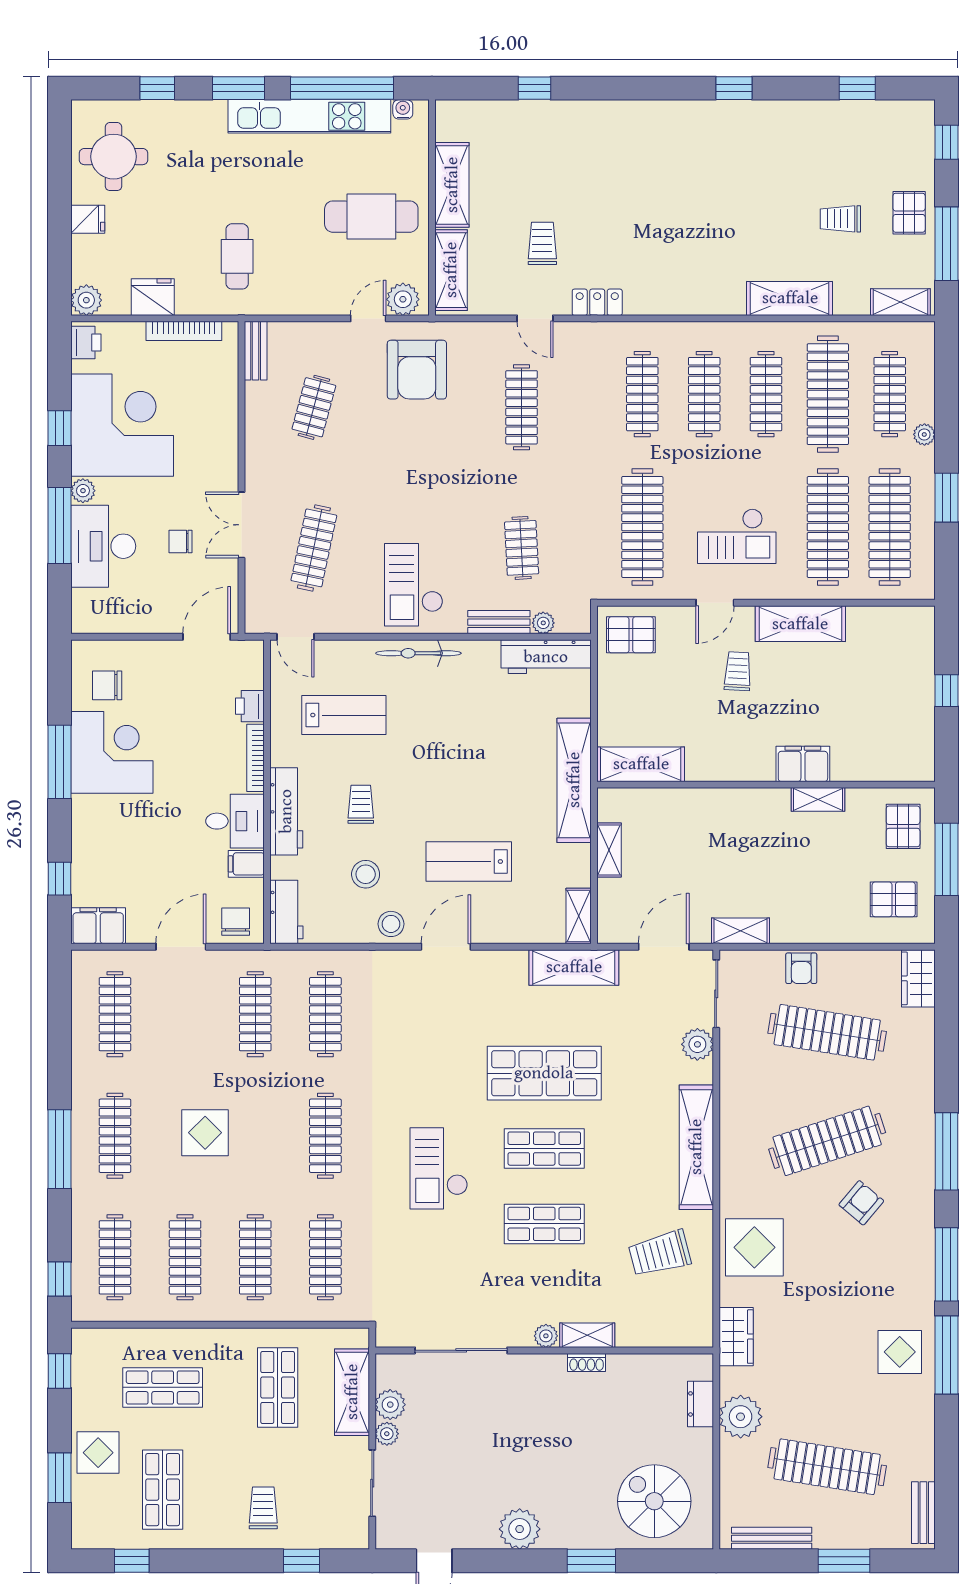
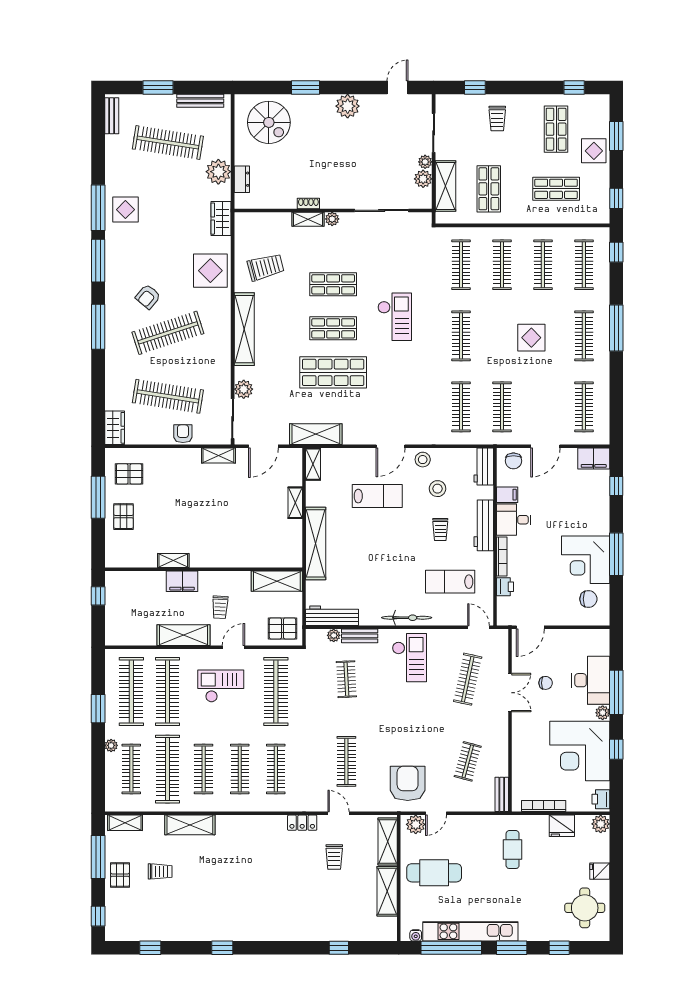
shelving: (641, 764) -> (277, 581), moved
filing cabinet: (803, 764) -> (182, 581), moved
wall: (766, 785) -> (204, 569), moved
shelving: (818, 799) -> (173, 561), moved

